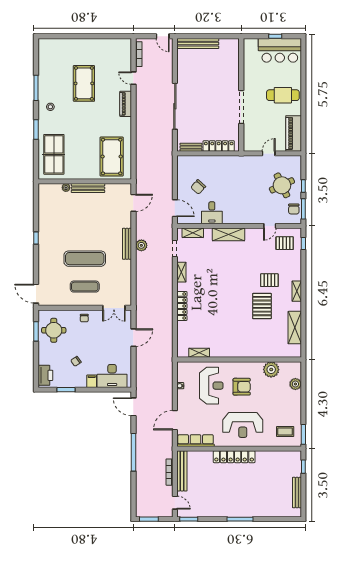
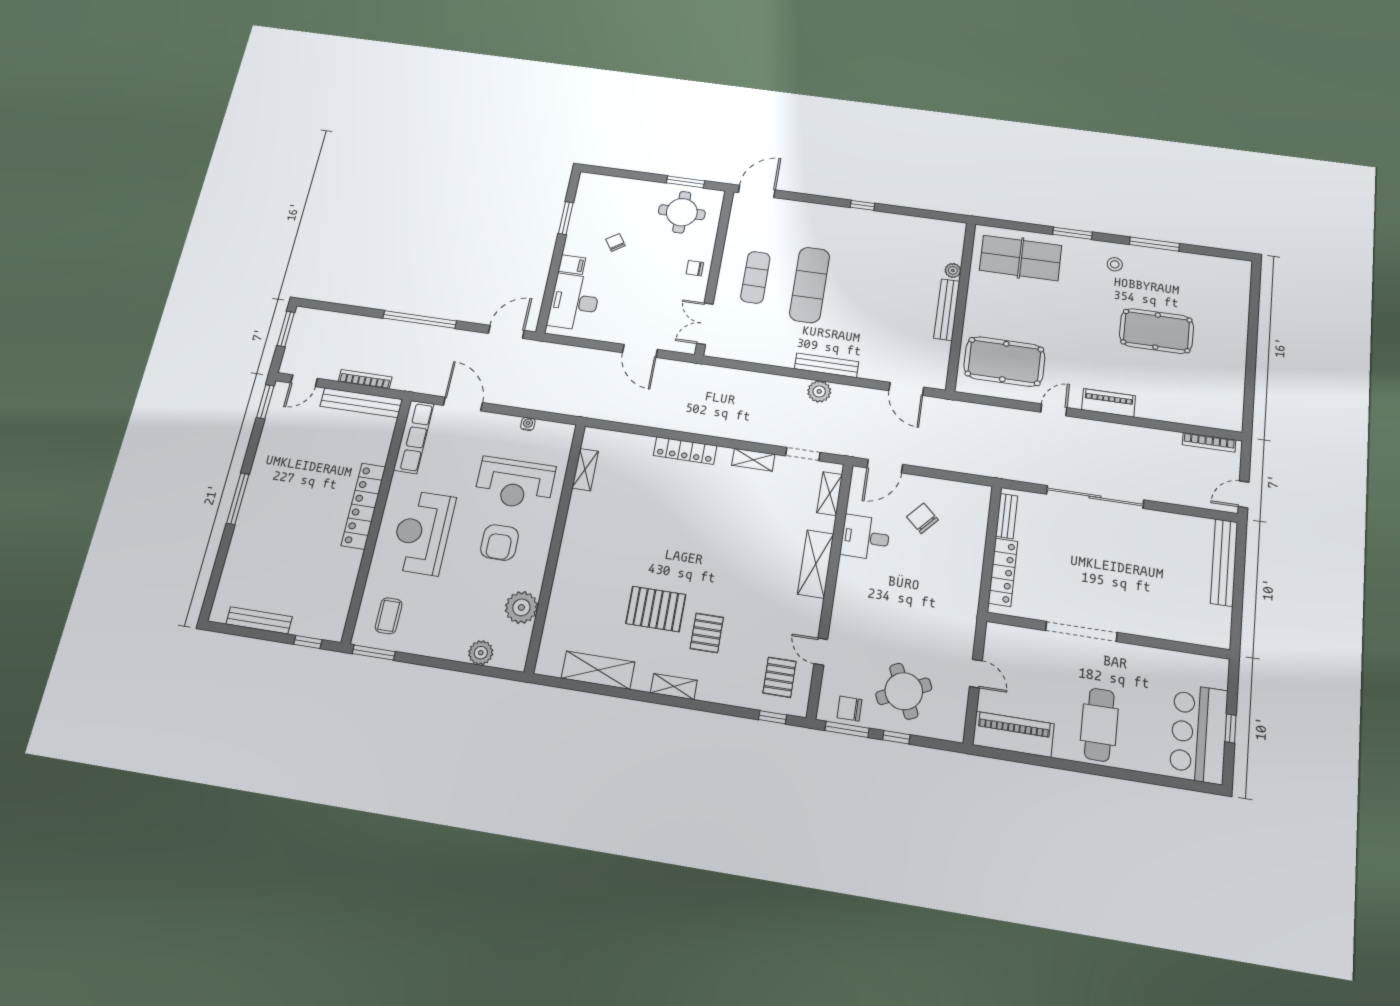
door: (133, 78) -> (1054, 410), moved
printer: (45, 375) -> (600, 187), removed

